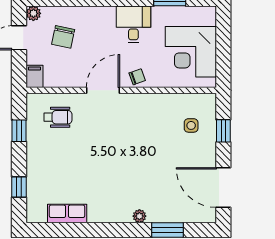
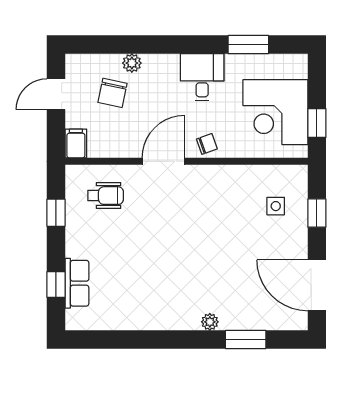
plant: (33, 13) -> (132, 63), moved
window: (223, 60) -> (317, 123), added
row of seats: (67, 214) -> (77, 283), moved, turned 90

